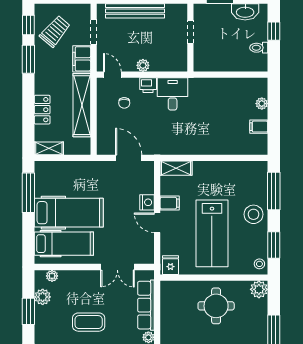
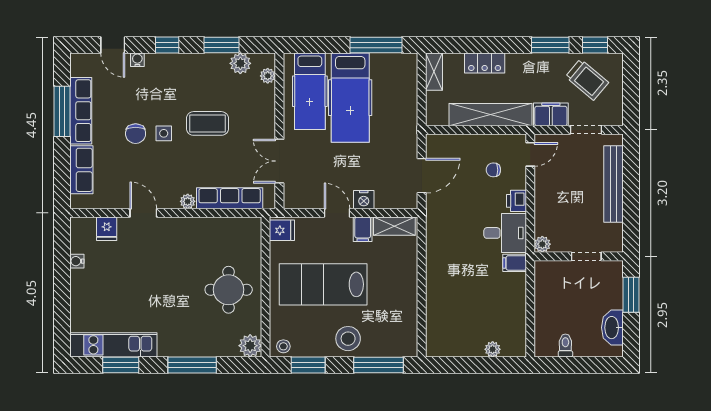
window: (274, 31) -> (587, 365), removed
plant: (143, 65) -> (542, 244), moved
filing cabinet: (259, 127) -> (515, 263), moved, turned -90
shelving: (176, 168) -> (394, 226), moved, turned 90
door: (157, 223) -> (337, 213), hinge flipped
coffee table: (89, 322) -> (207, 123), turned 90

